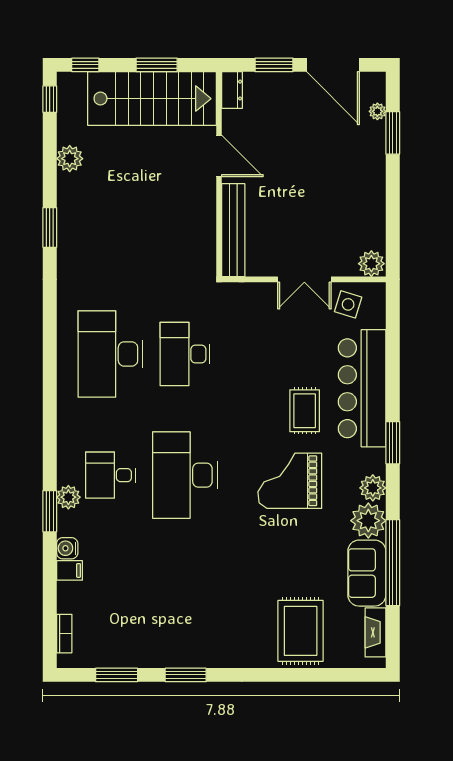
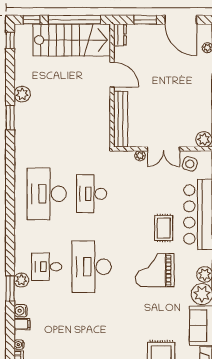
window: (157, 65) -> (74, 20), width x2.11
plant: (70, 159) -> (22, 94), moved
plant: (265, 291) -> (140, 156), added
water cooler: (64, 605) -> (19, 345), added

